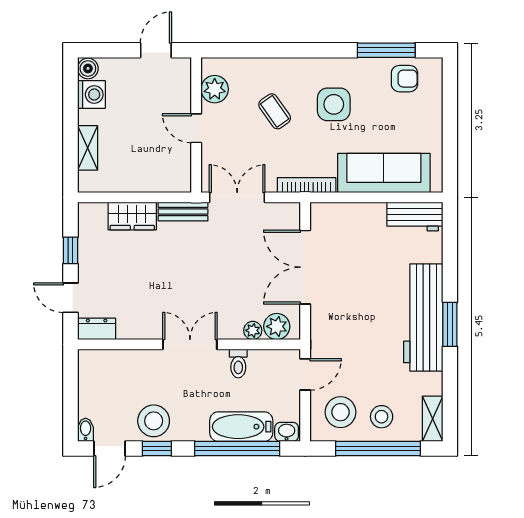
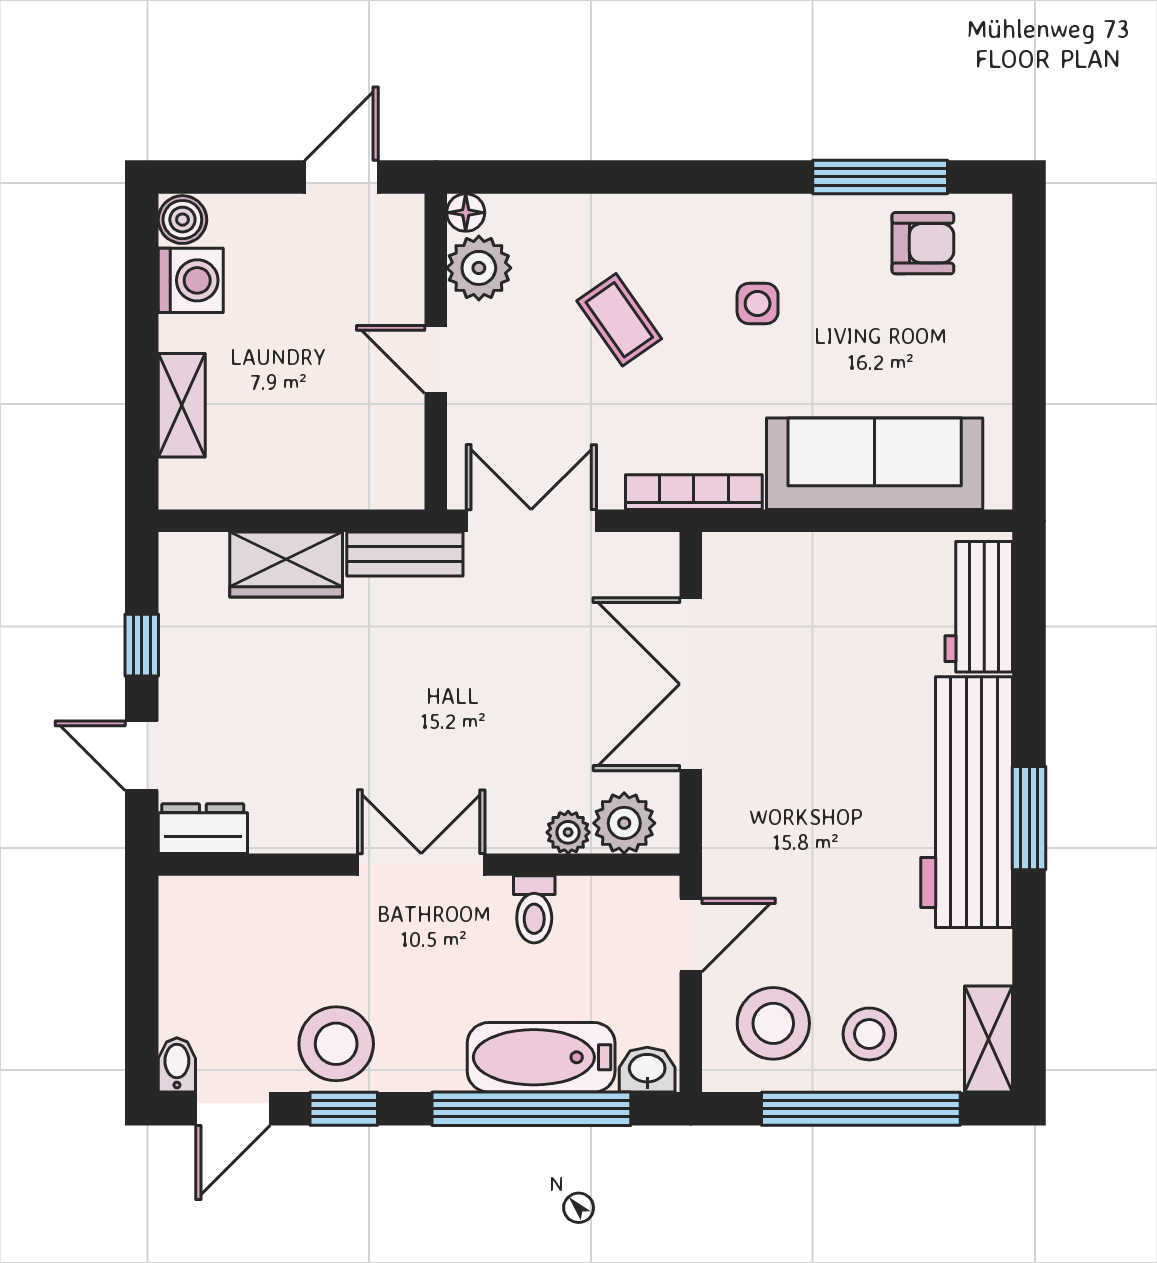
floor lamp: (209, 65) -> (466, 213), added
side table: (334, 104) -> (758, 303), width x0.54, depth x0.54
workbench: (415, 216) -> (979, 607), moved, turned 90

